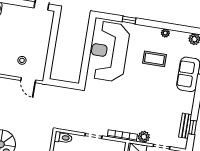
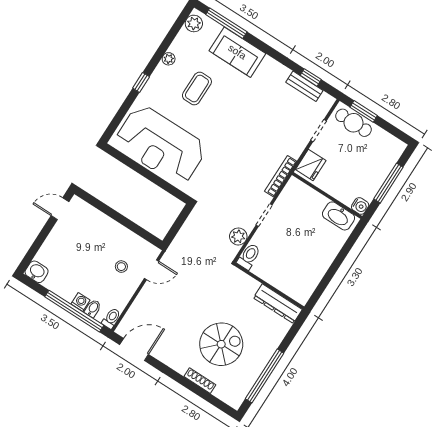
window: (129, 20) -> (141, 82), moved
plant: (144, 137) -> (238, 236), moved

